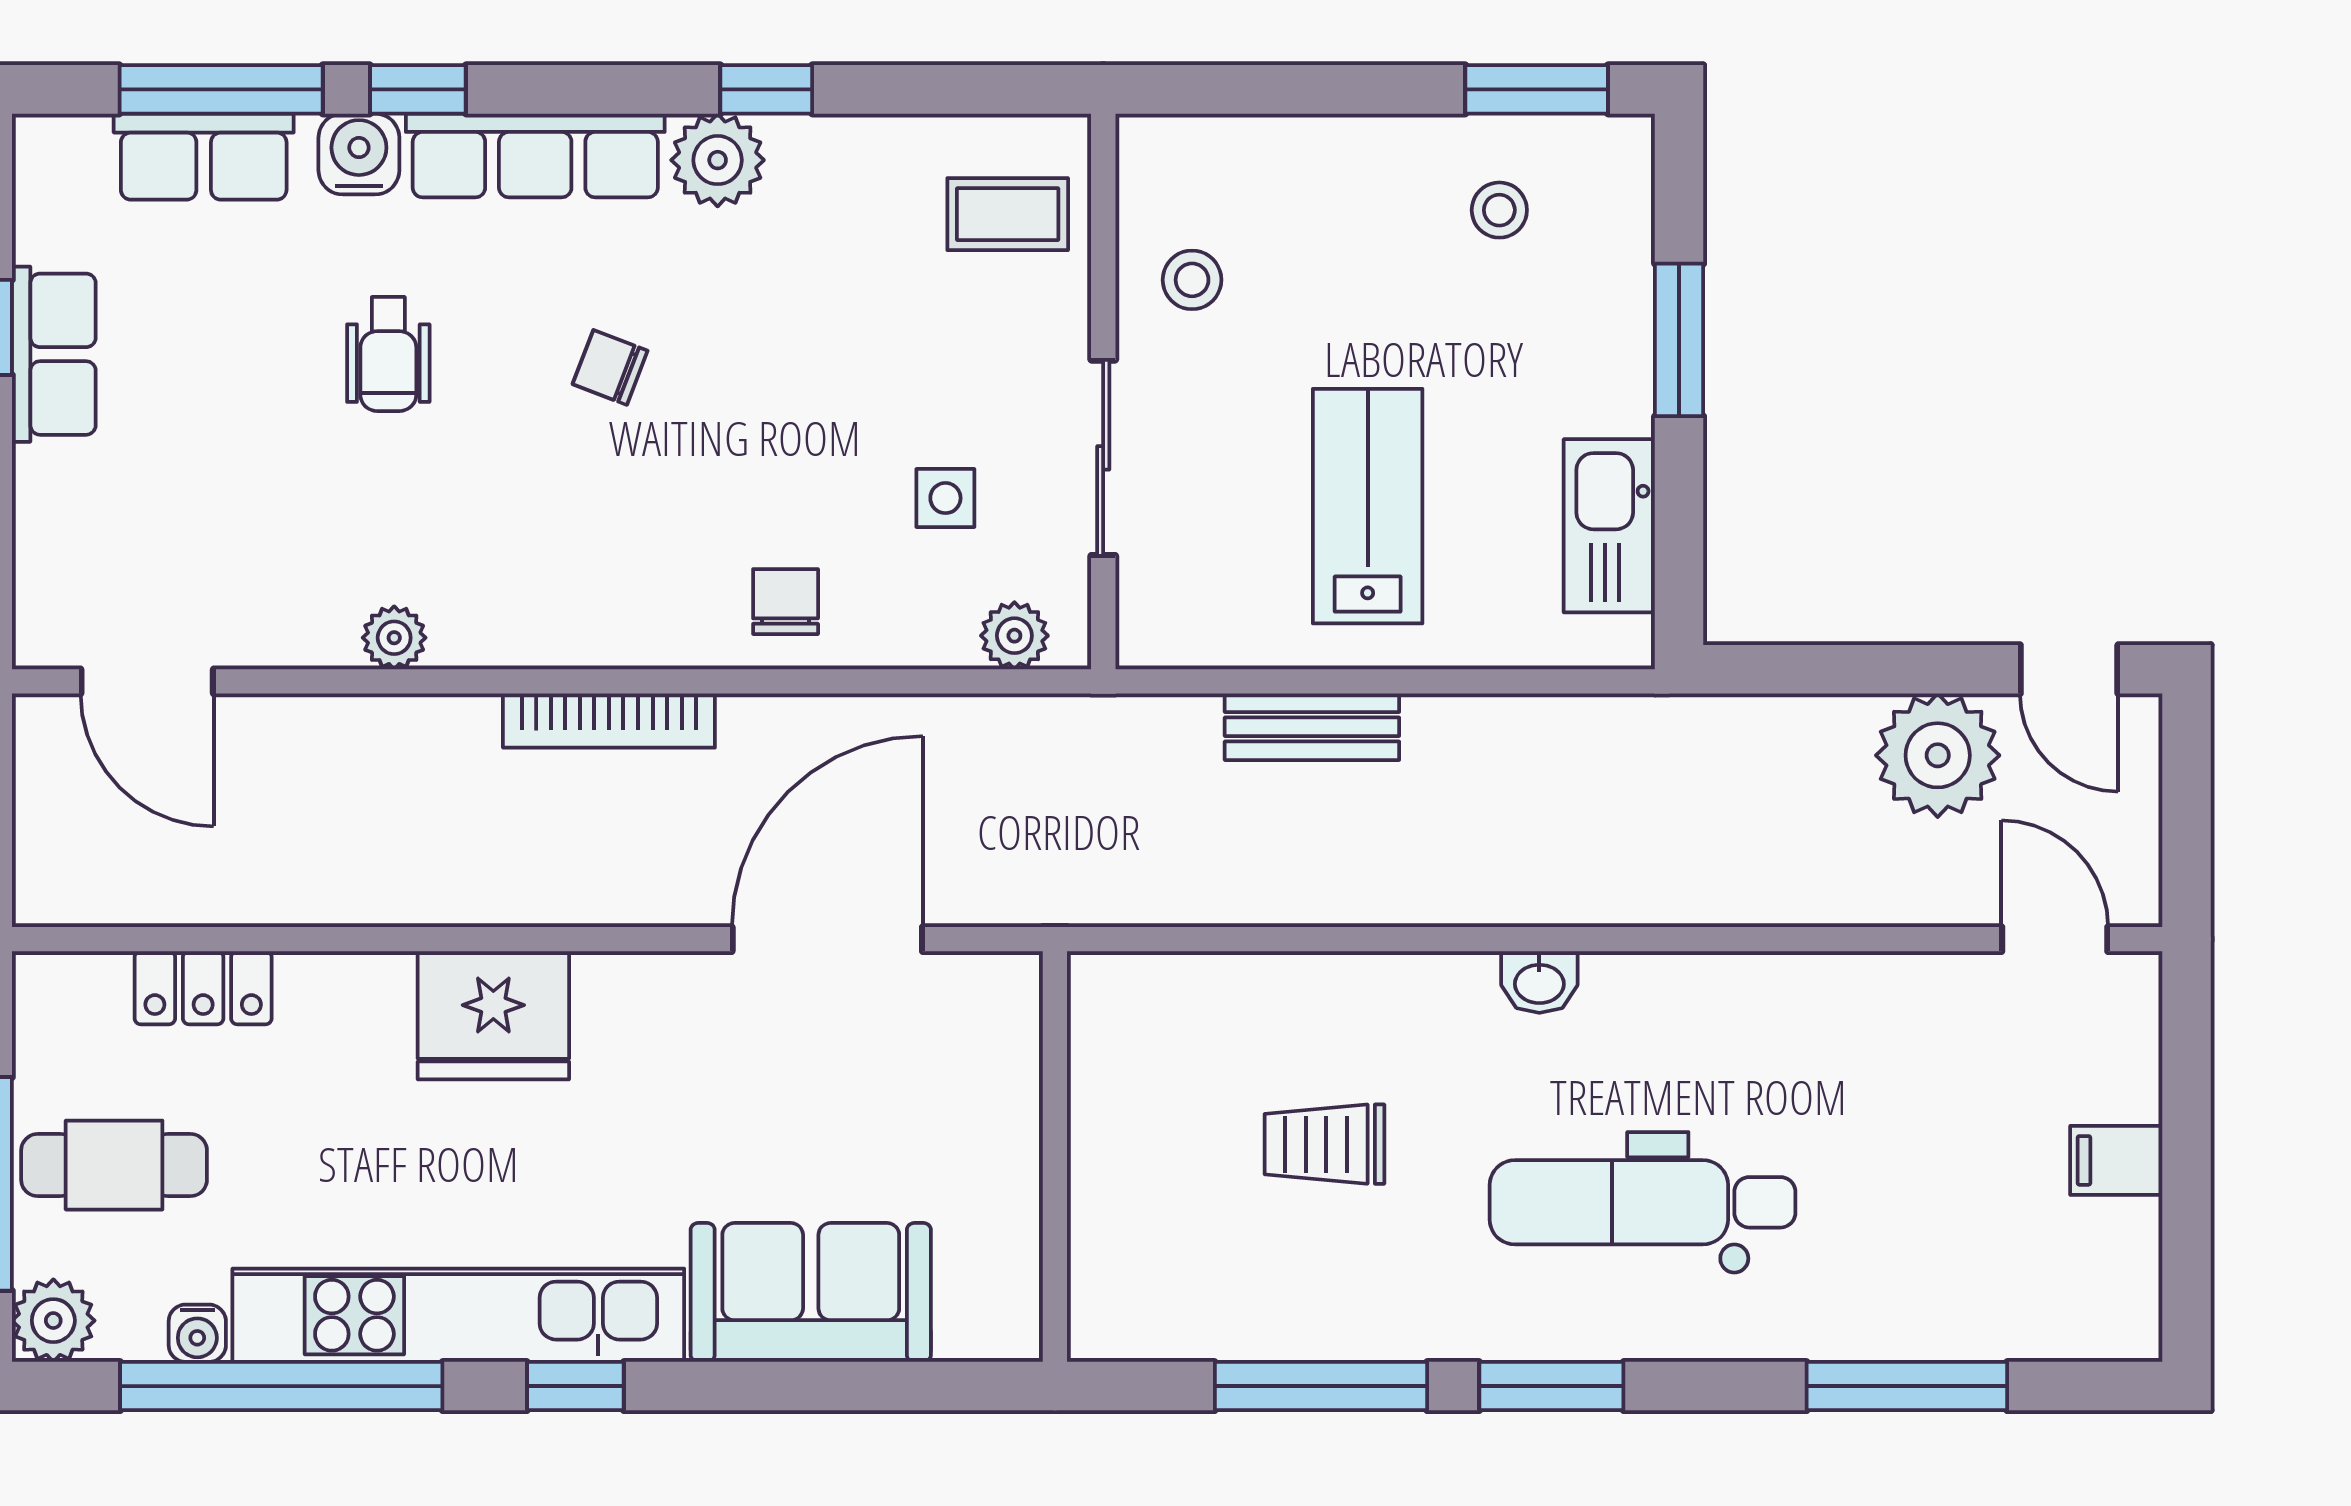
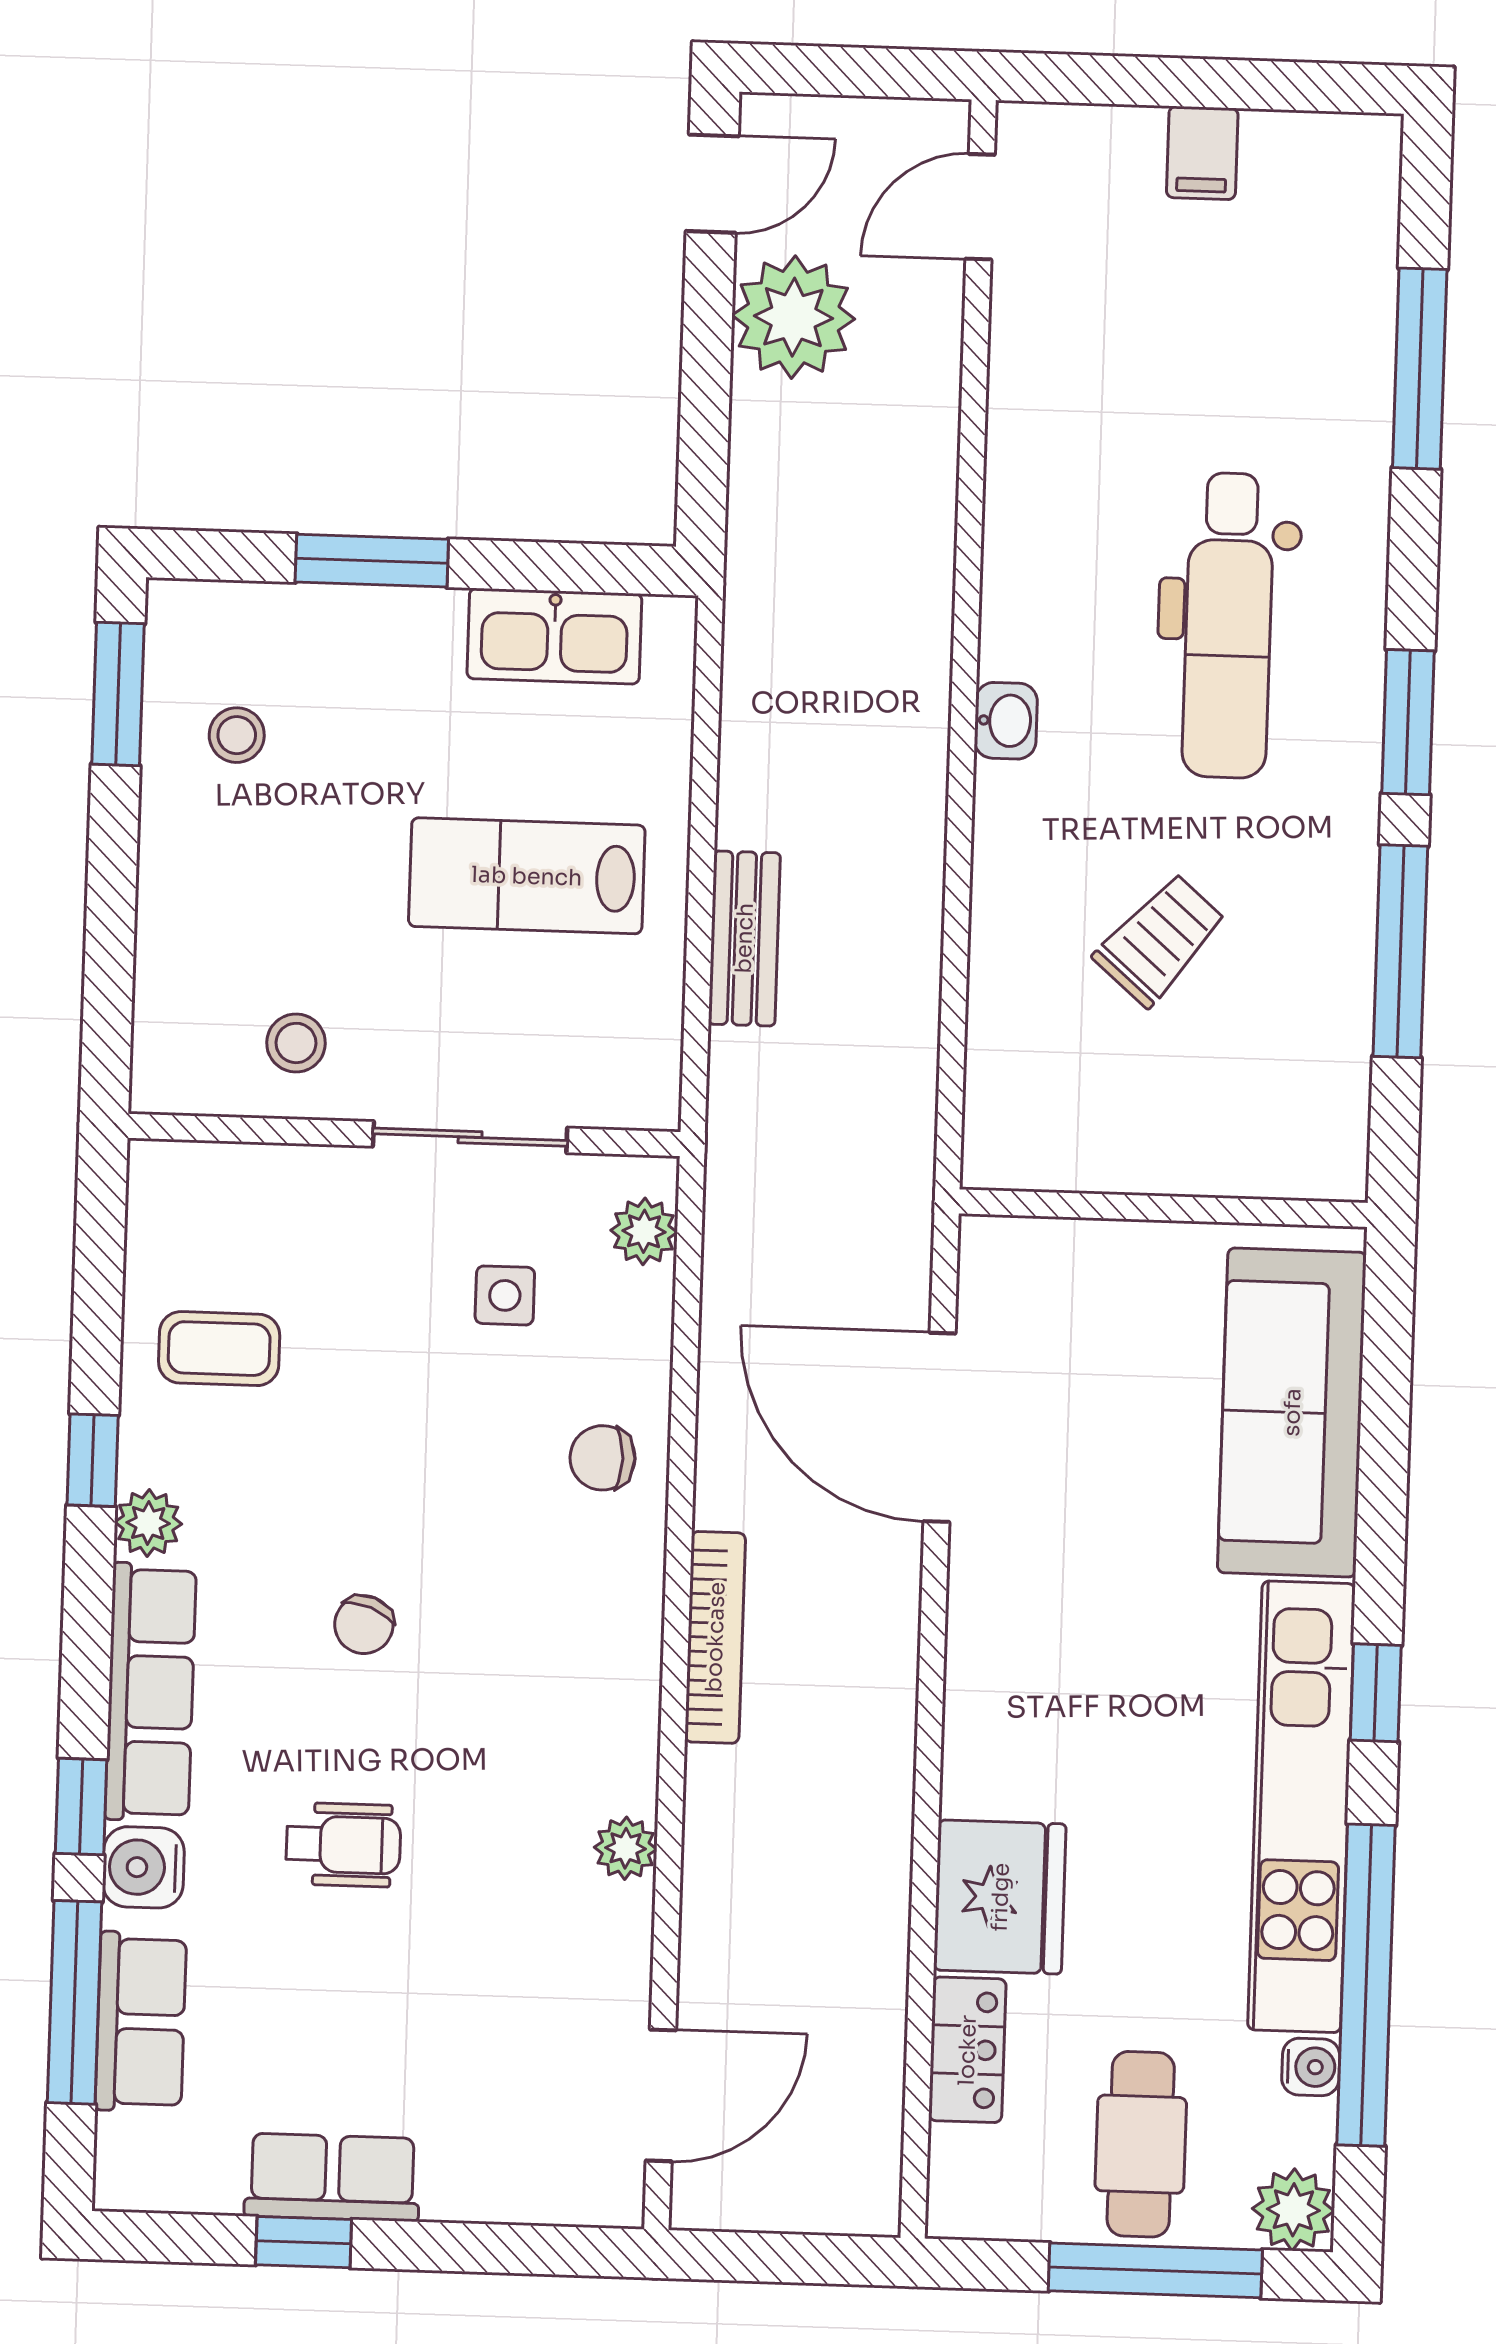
plant: (718, 160) -> (148, 1523), width x0.73, depth x0.73
coffee table: (1008, 214) -> (219, 1349), moved, turned 90
fridge: (493, 1015) -> (1000, 1897), moved
trolley: (1324, 1144) -> (1160, 940), turned -139
sofa: (811, 1292) -> (1292, 1412), width x1.36

